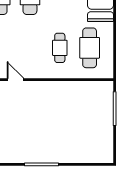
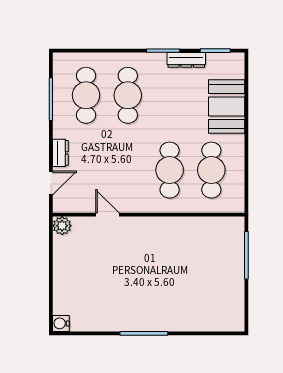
cafe table: (60, 48) -> (170, 170), width x1.37, depth x1.35

